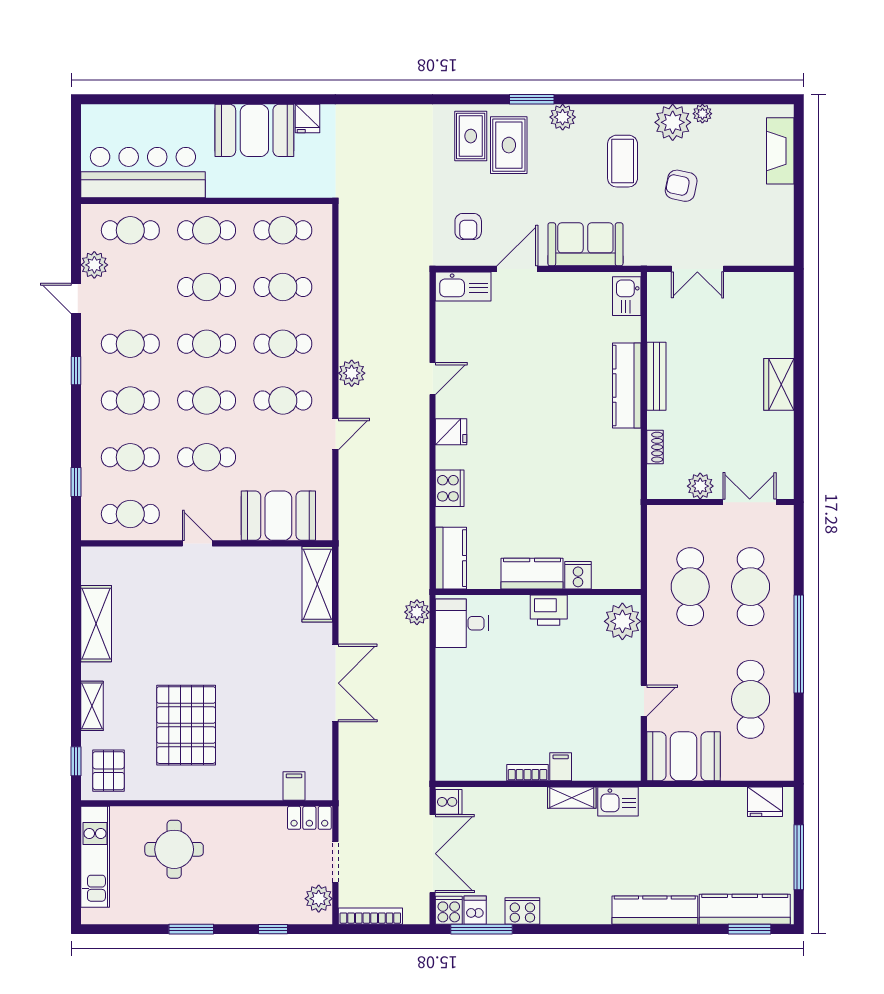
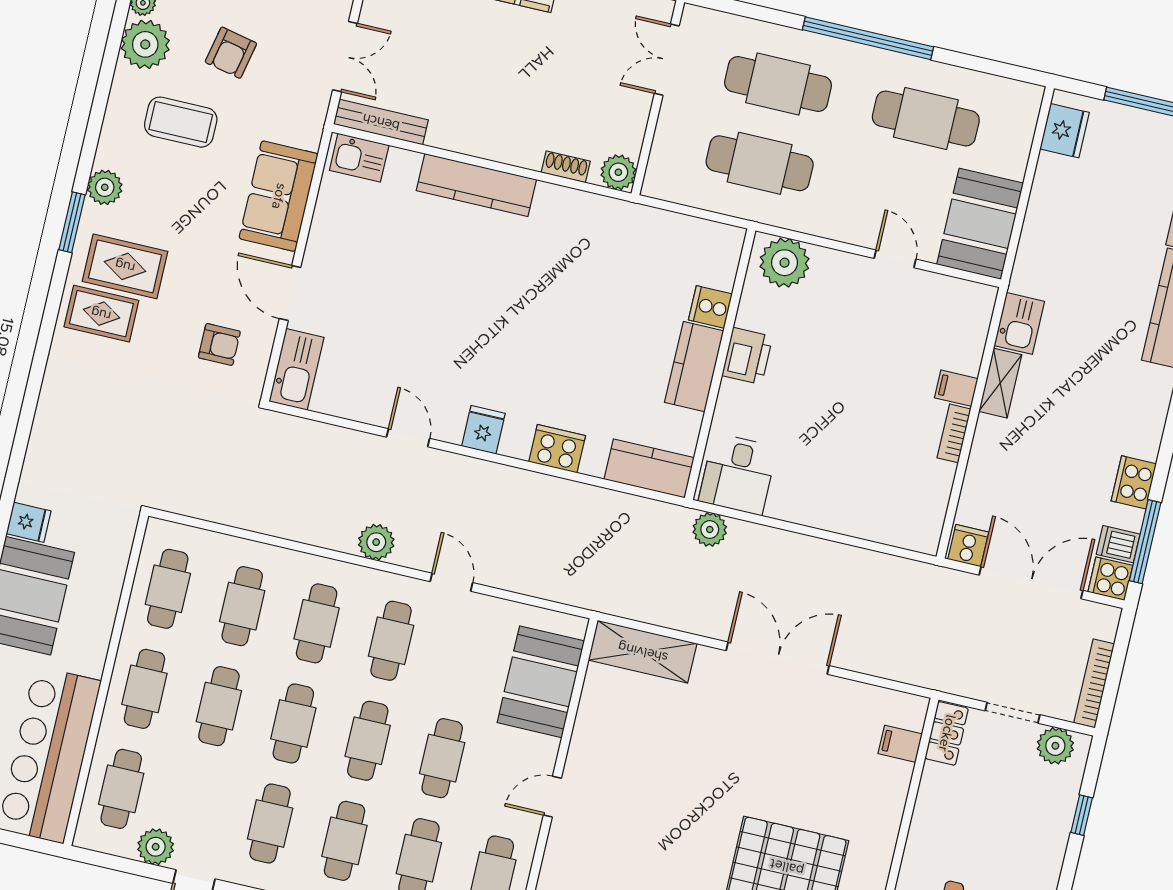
bench: (656, 376) -> (381, 122), moved
plant: (700, 486) -> (618, 172), moved

